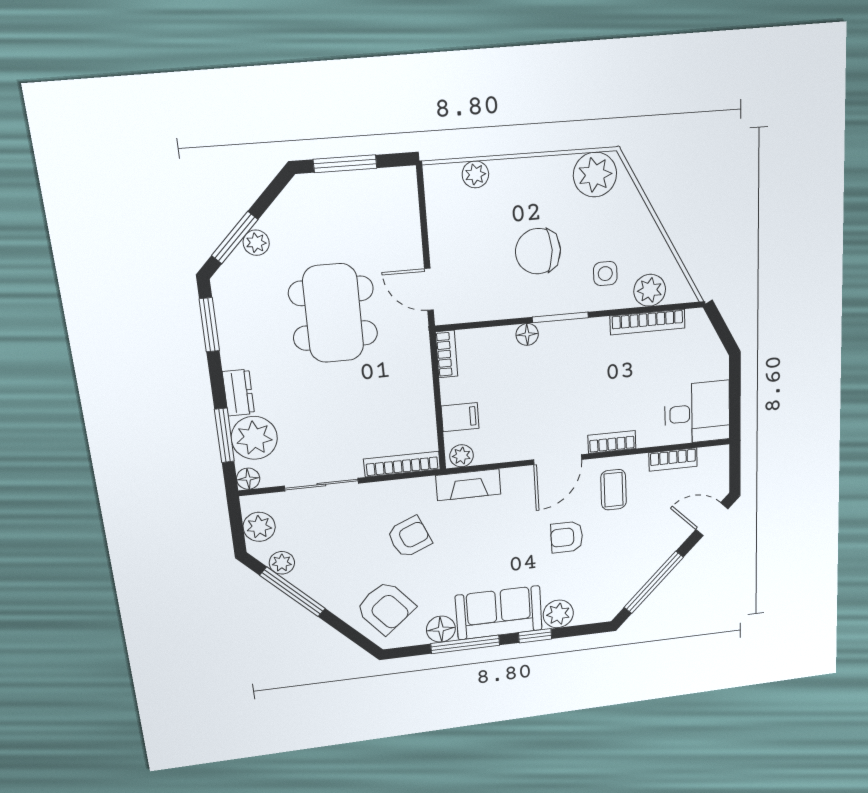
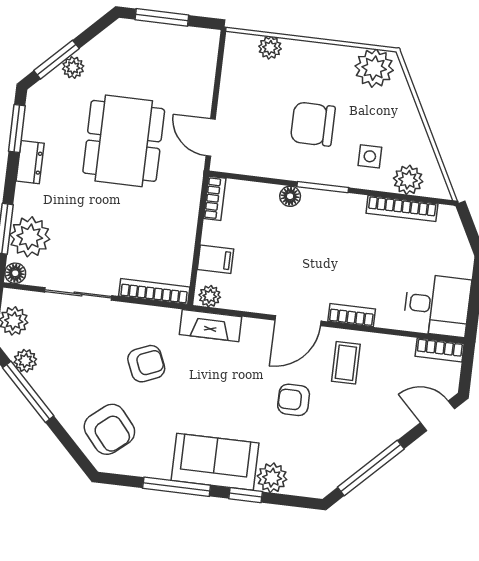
dresser: (238, 393) -> (30, 162), moved
bookcase: (673, 460) -> (440, 350), moved
floor lamp: (441, 629) -> (157, 465), removed

